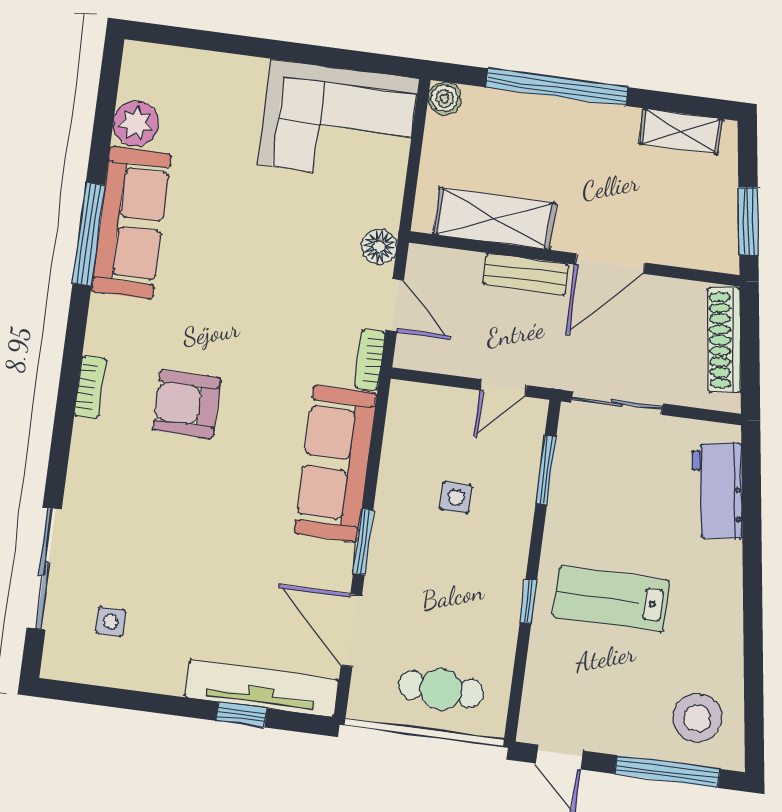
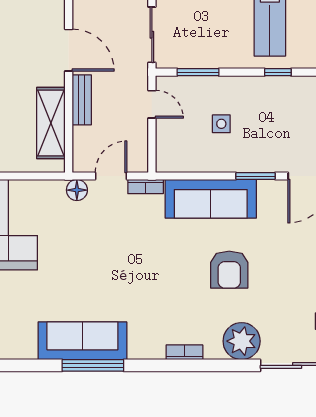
plant: (136, 123) -> (242, 341), moved, width x1.36, depth x1.36
armchair: (187, 404) -> (229, 270), moved

